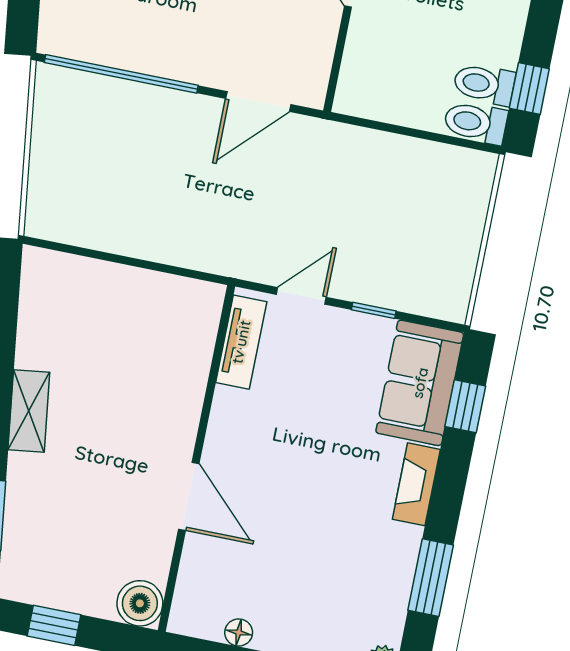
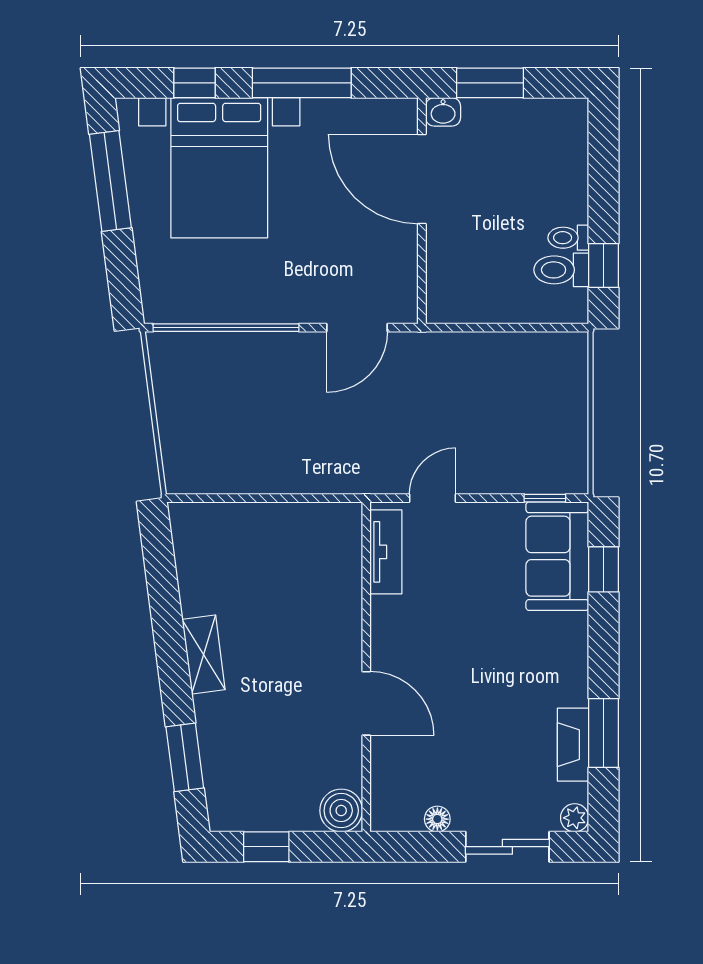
toilet: (476, 123) -> (568, 238), moved, width x0.73, depth x0.72
window: (374, 310) -> (545, 498), moved
fireplace: (416, 484) -> (573, 745), moved

